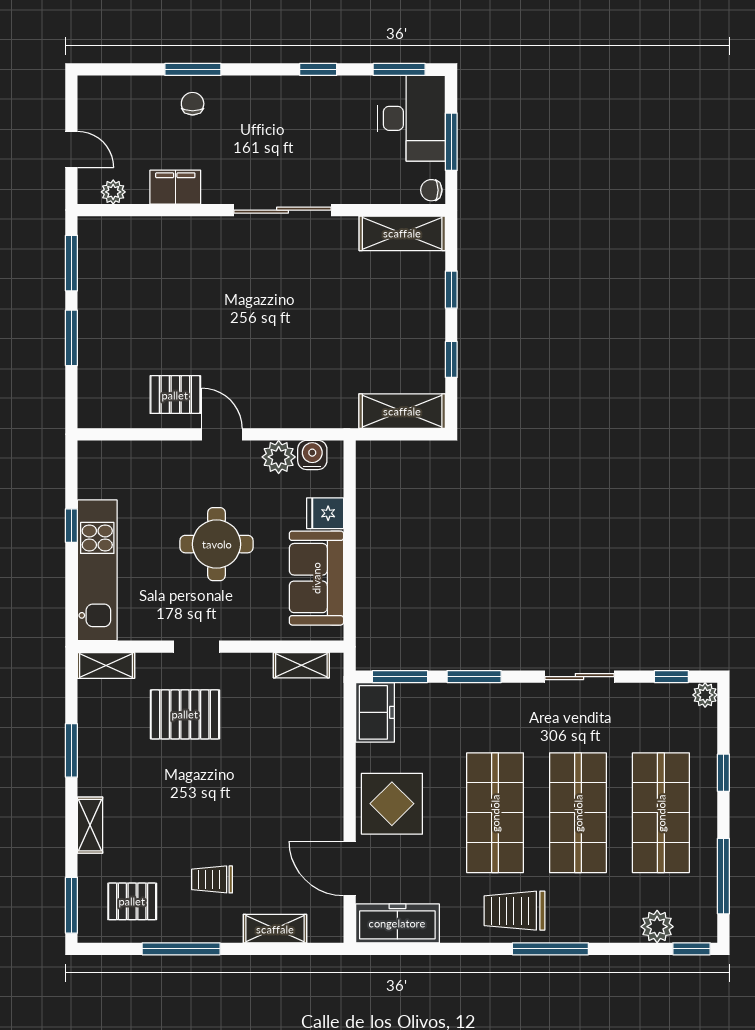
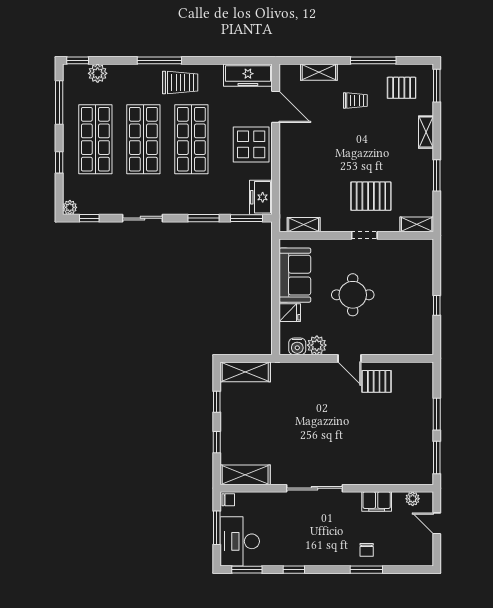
kitchen unit: (97, 570) -> (422, 280), removed

